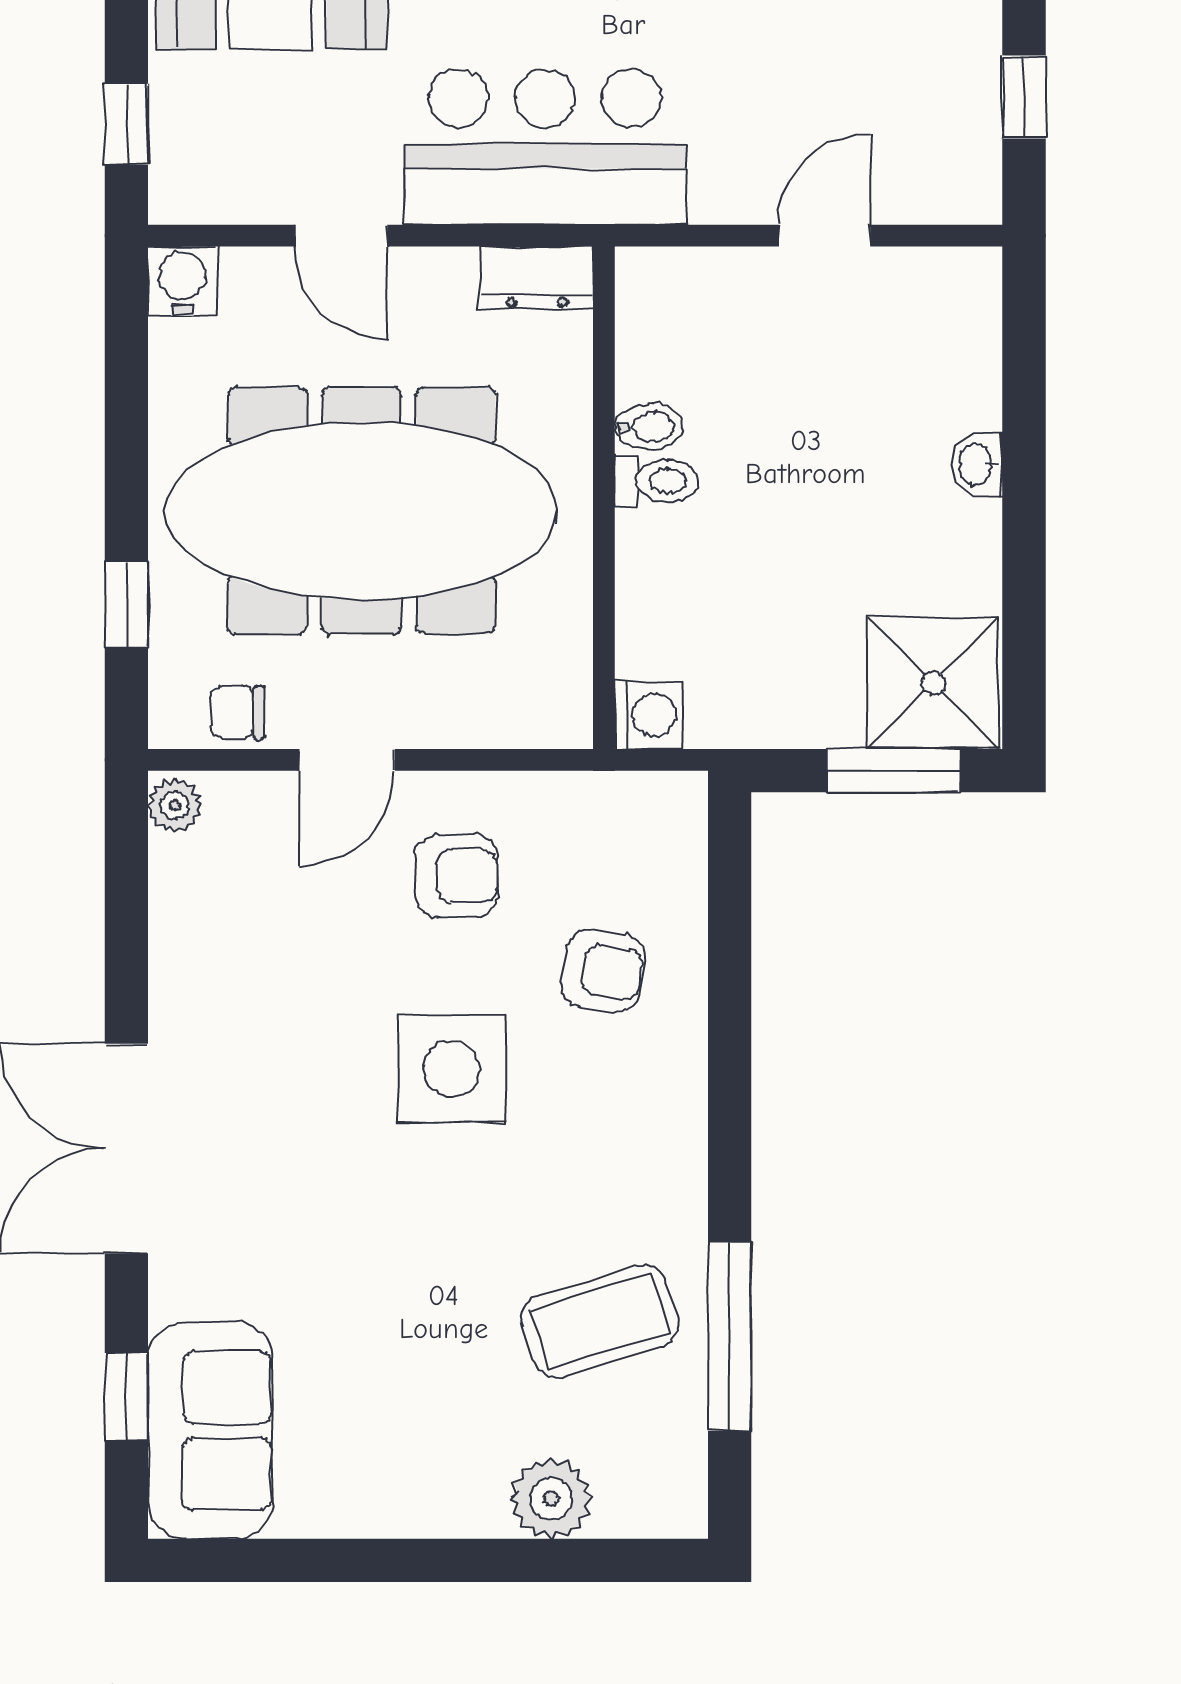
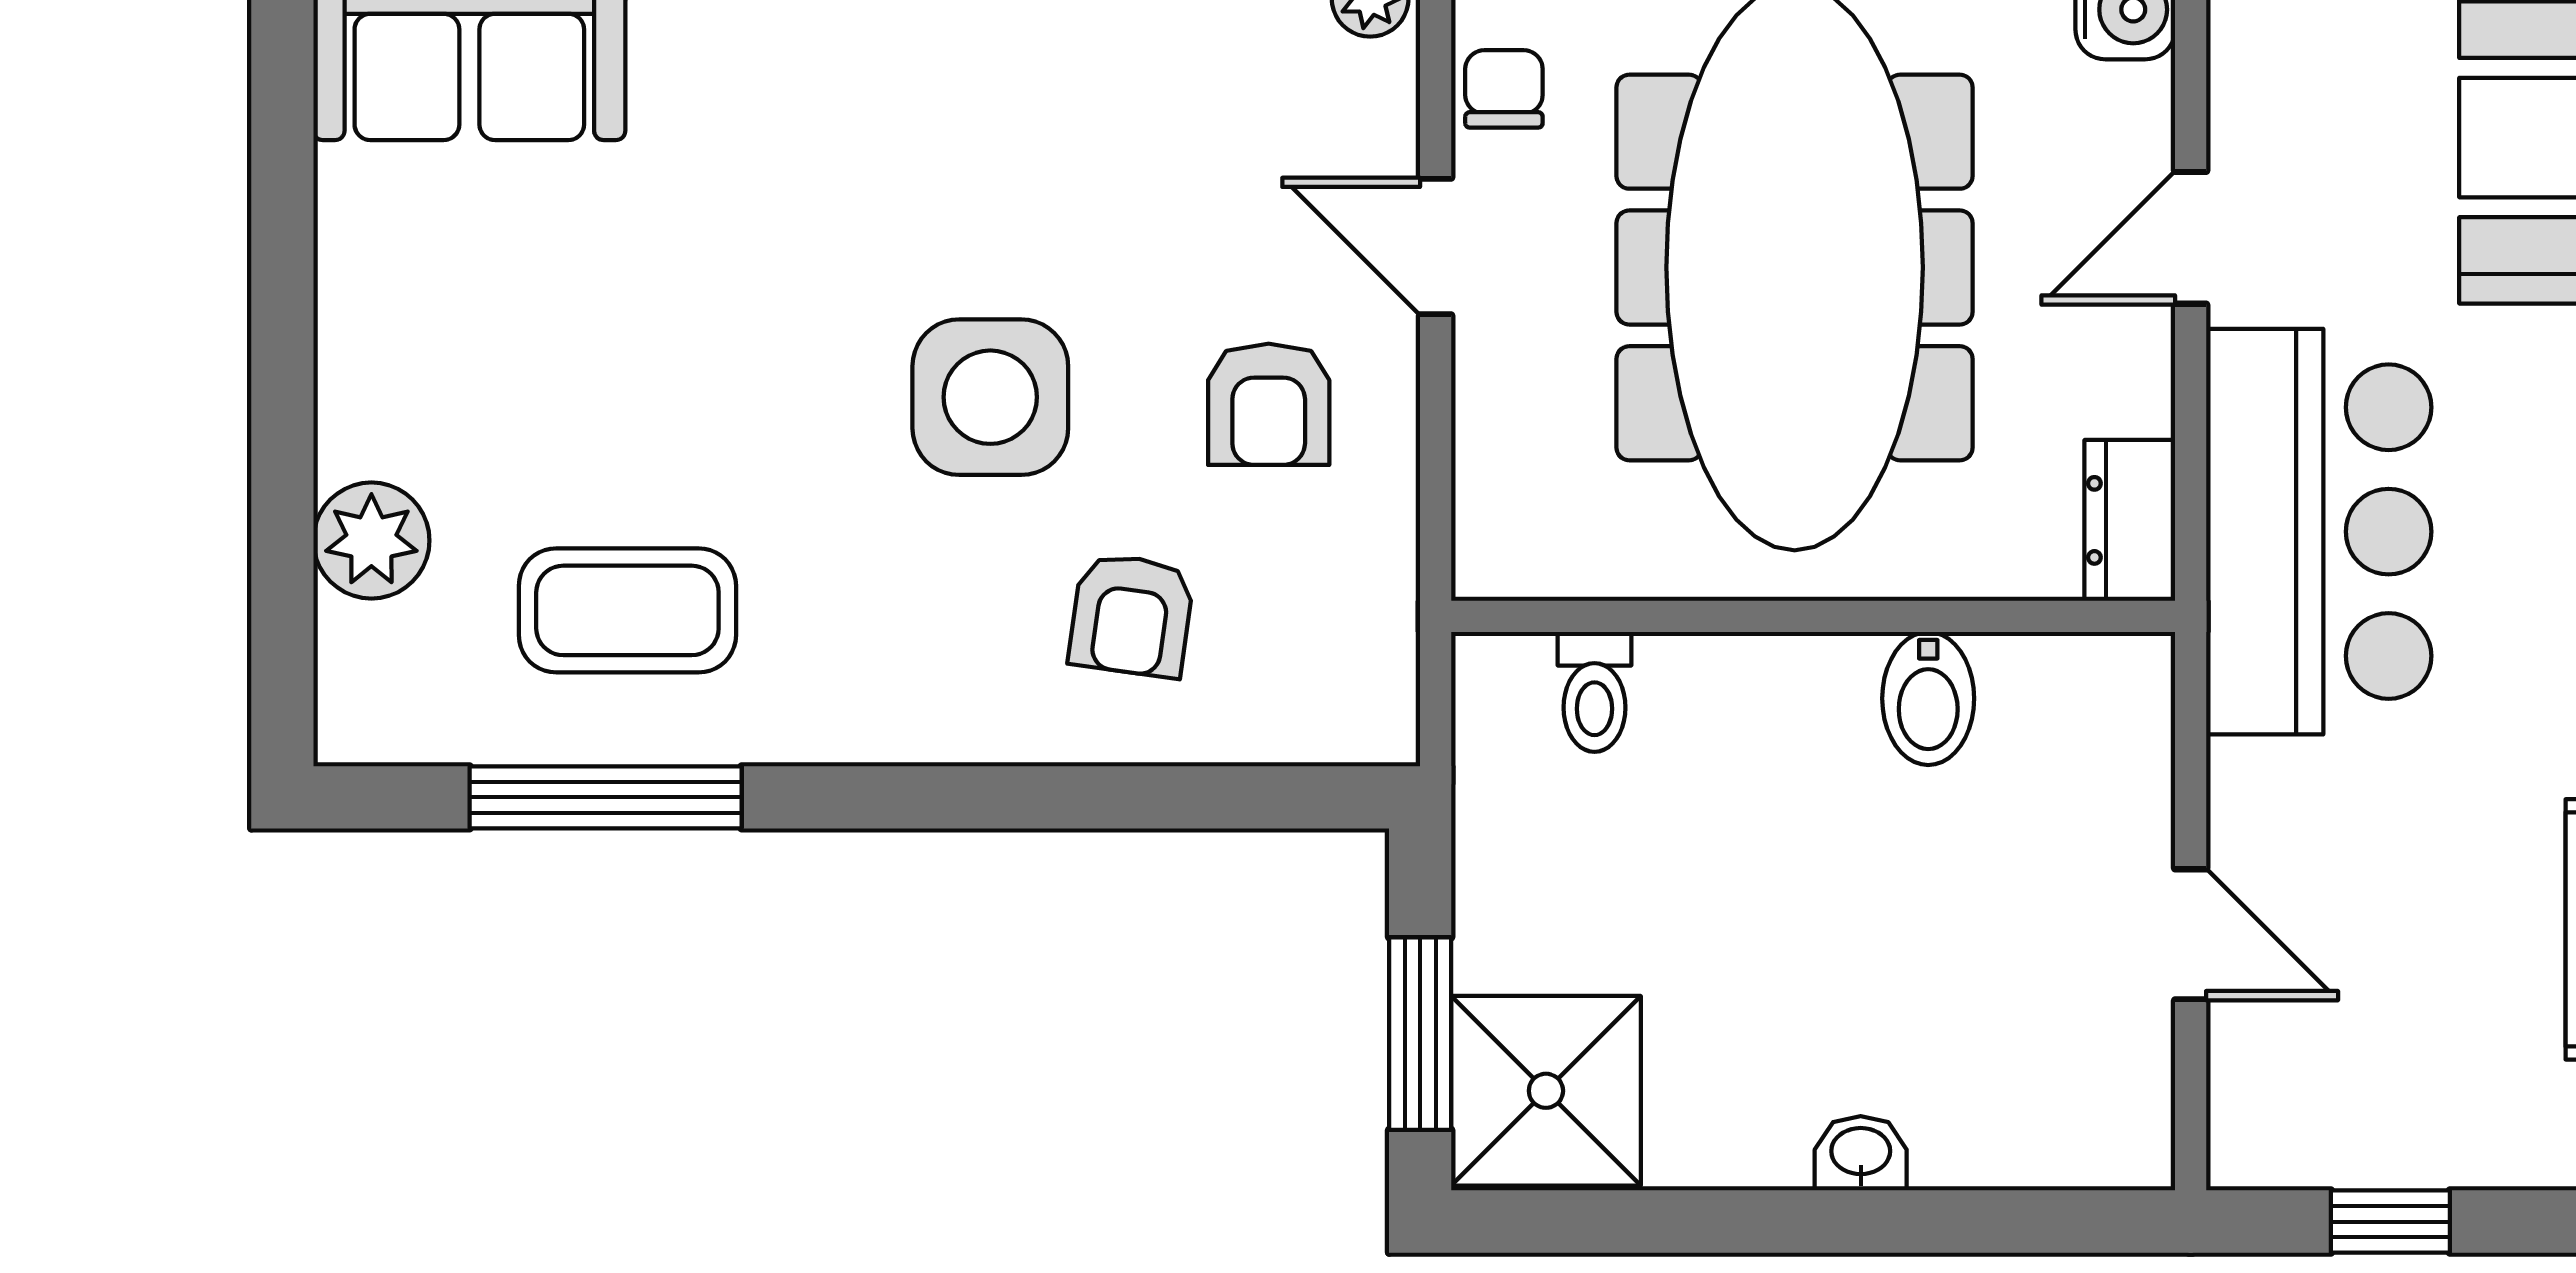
bidet: (649, 427) -> (1928, 698), width x1.38, depth x1.36
toilet: (656, 481) -> (1594, 692), moved
washing machine: (649, 715) -> (1500, 681), removed
coffee table: (600, 1321) -> (627, 610), turned -73

